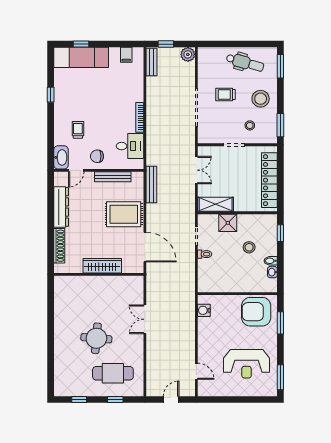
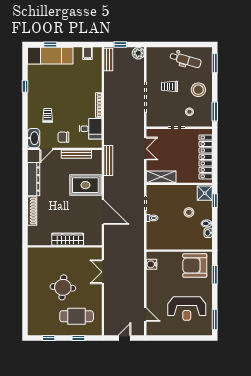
shower: (228, 223) -> (205, 193), moved
wardrobe: (102, 266) -> (68, 239), moved
wall: (99, 274) -> (65, 246), moved

